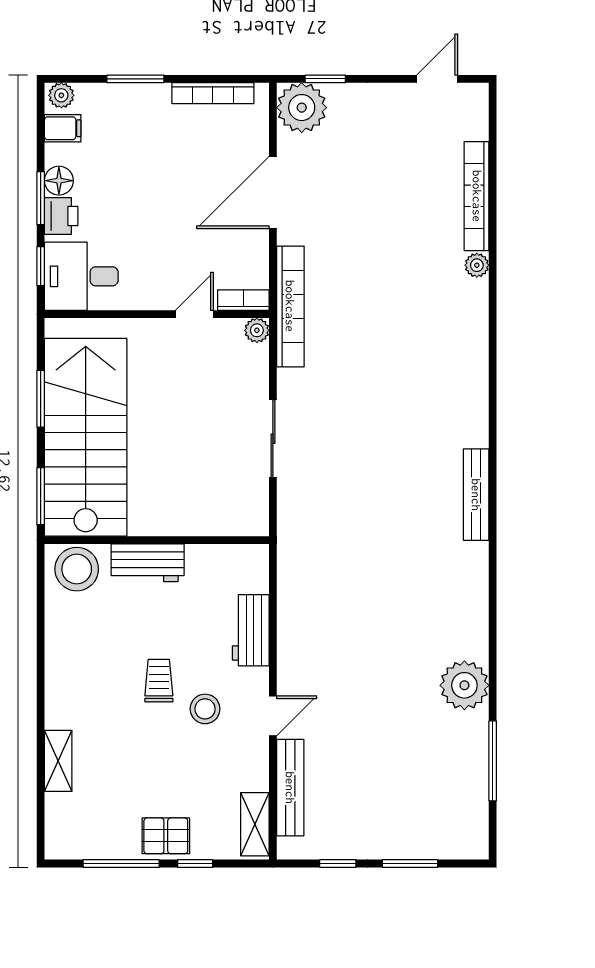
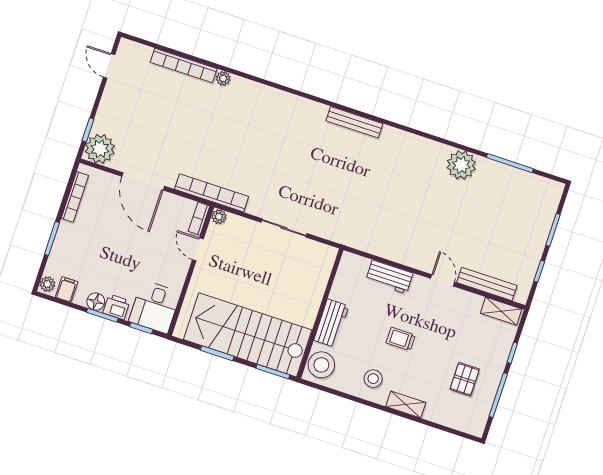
stool: (205, 709) -> (373, 379), moved
shelving: (58, 761) -> (406, 404), moved
pallet: (166, 836) -> (465, 379), moved

